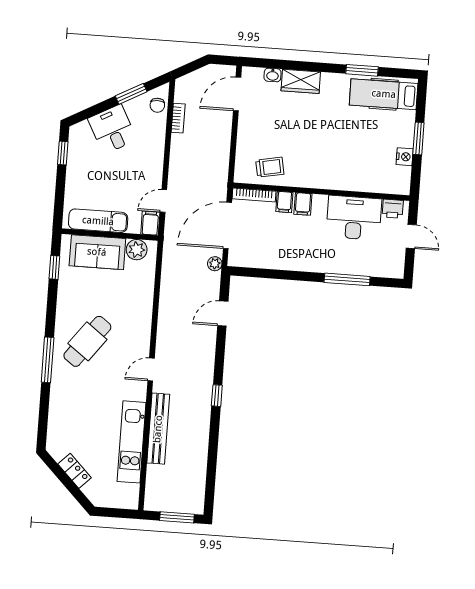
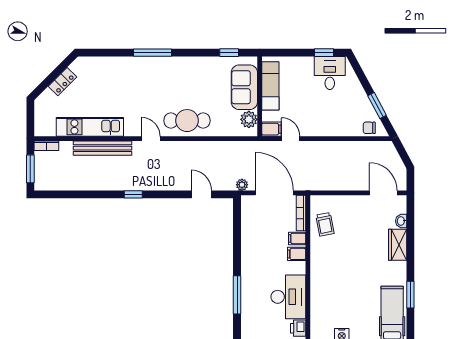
bookcase: (178, 118) -> (46, 146), moved
desk: (112, 129) -> (330, 73), moved, turned -62
cafe table: (87, 341) -> (187, 121), moved, turned -37

